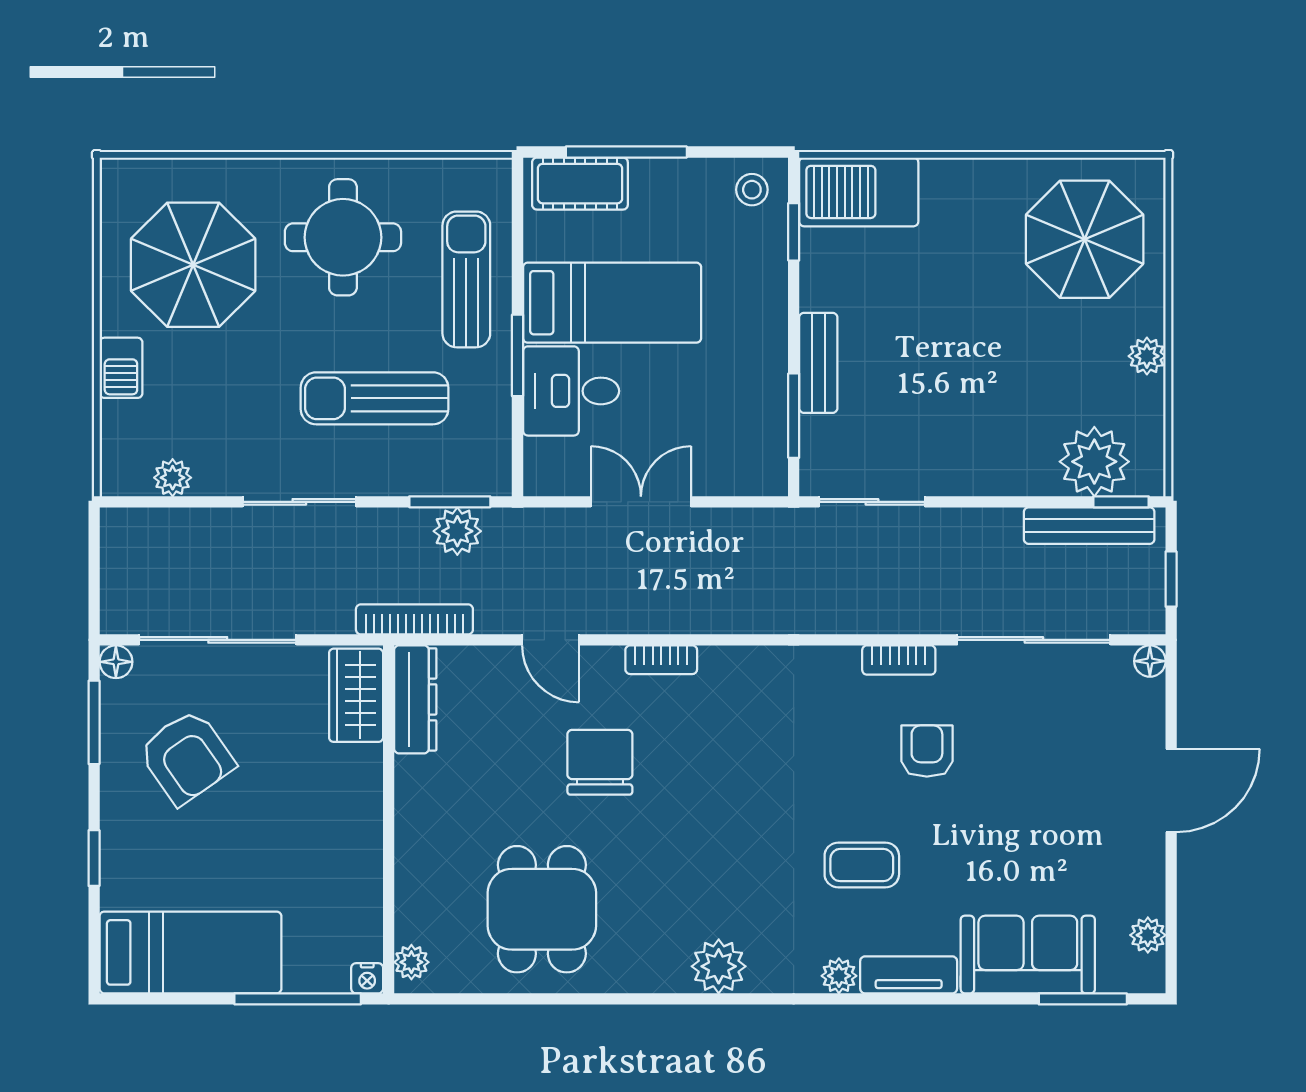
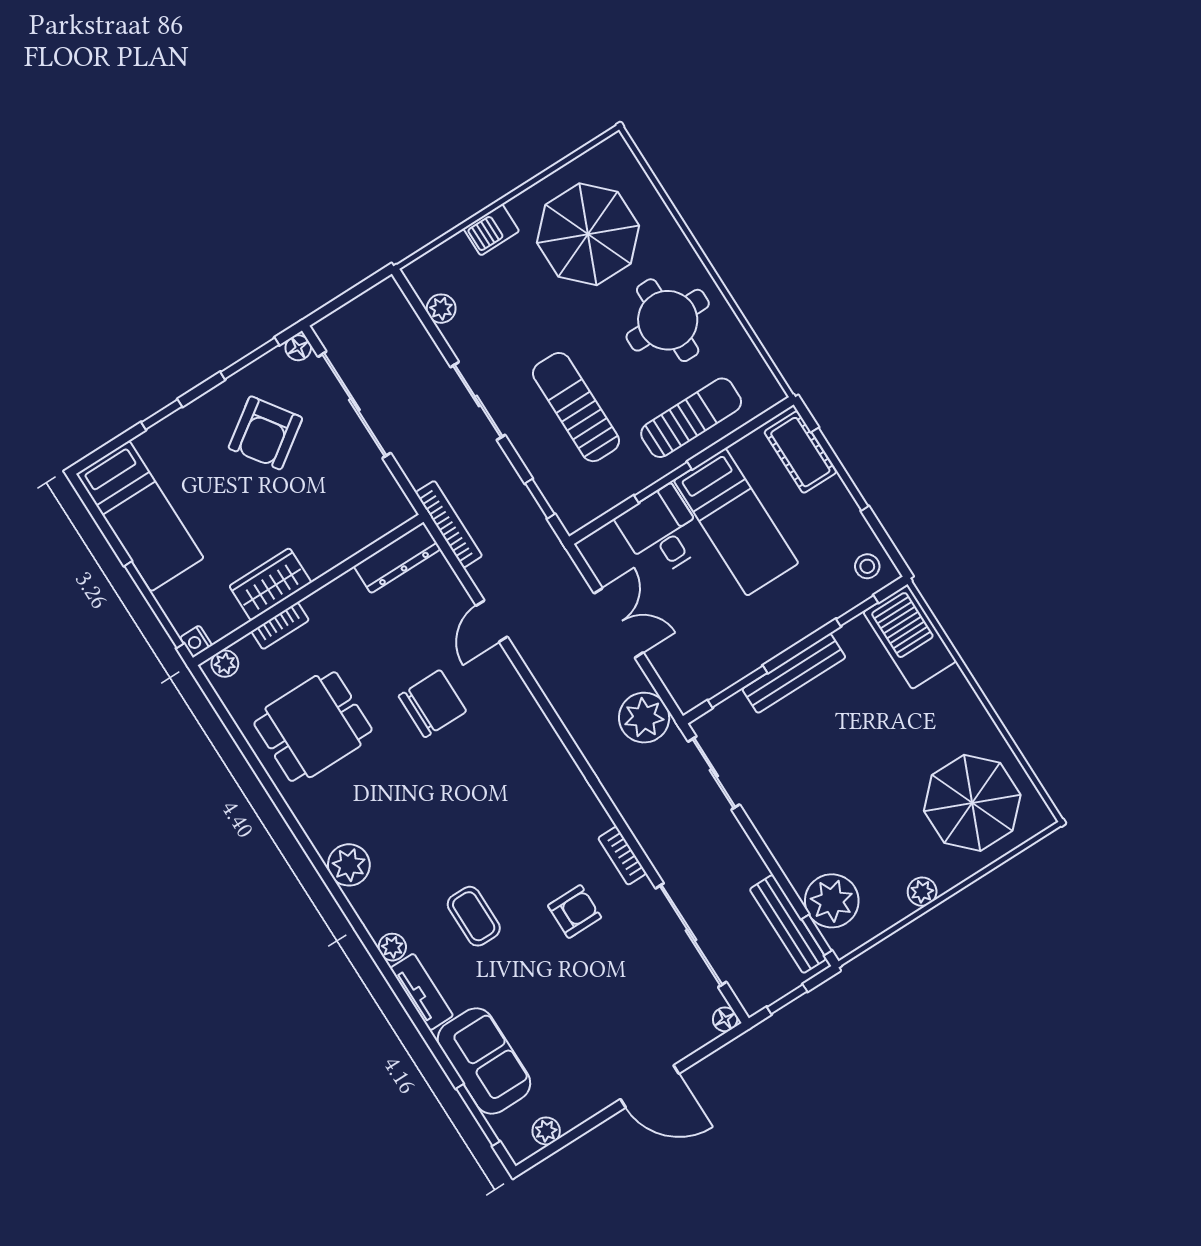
bench: (818, 363) -> (794, 673), width x1.36
window: (450, 502) -> (540, 499), width x0.67
plant: (457, 531) -> (644, 718), moved, width x1.36, depth x1.36
bookcase: (661, 660) -> (280, 626), moved, turned -90
wardrobe: (356, 695) -> (270, 584), moved

